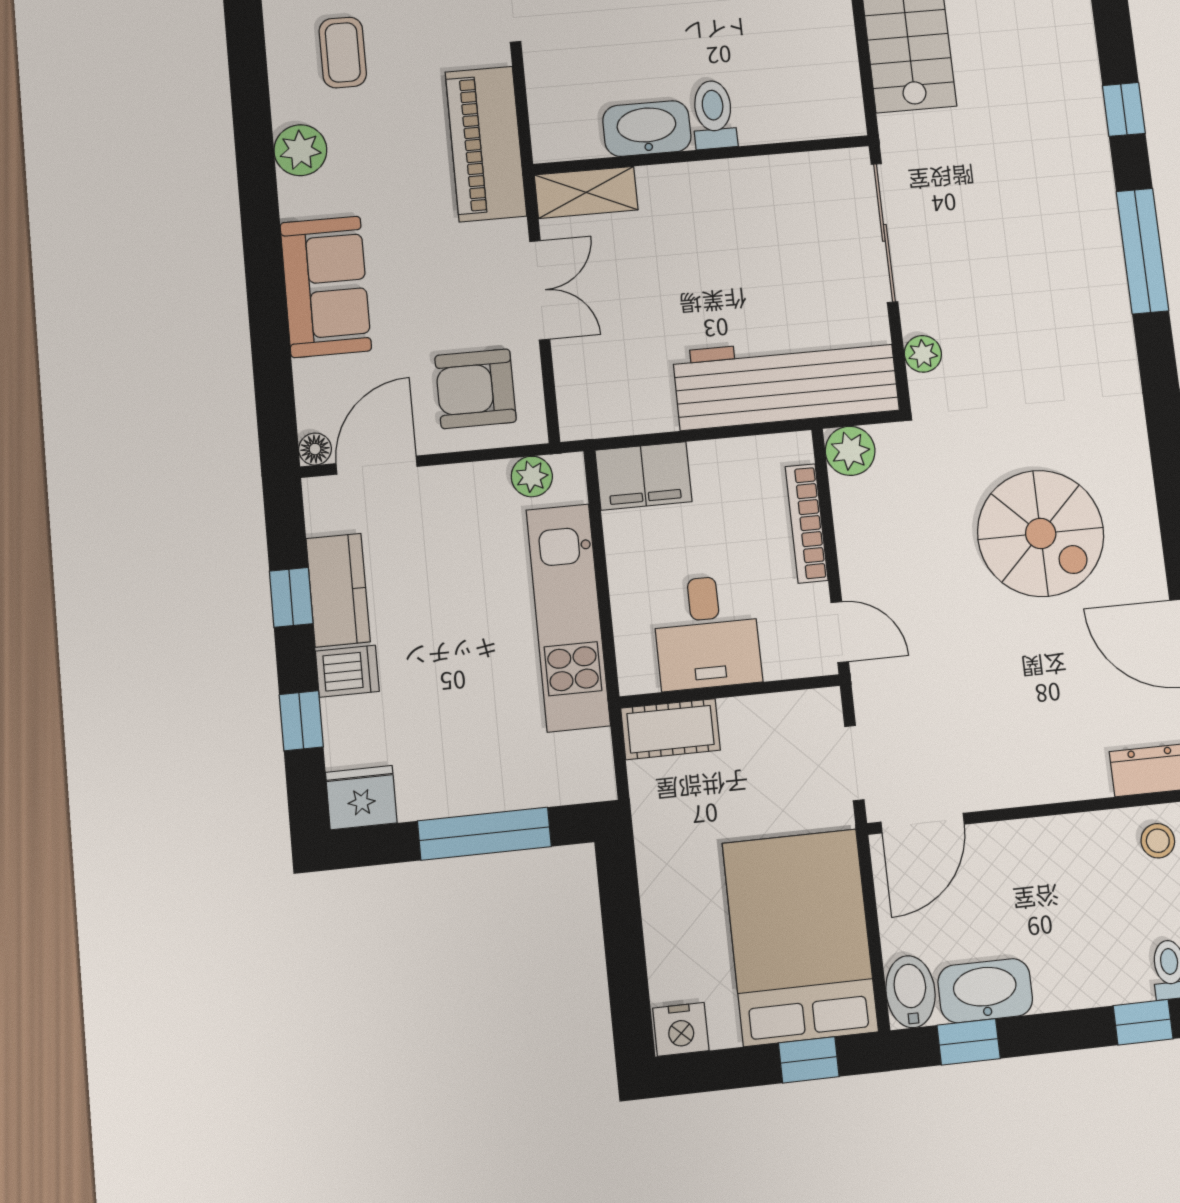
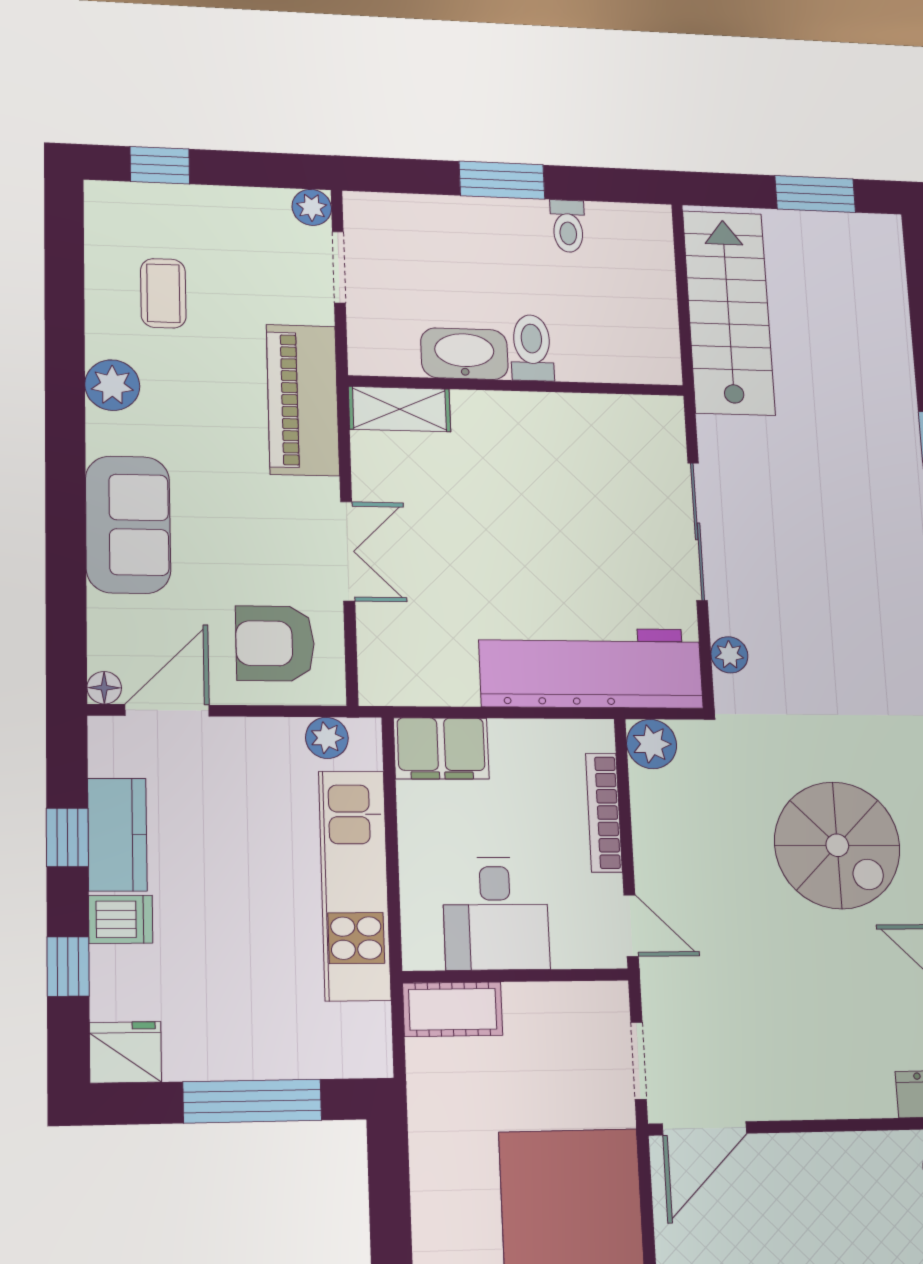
toilet: (714, 115) -> (532, 348), moved
washbasin: (647, 129) -> (464, 354), moved
wall: (702, 155) -> (518, 386), moved
shelving: (586, 192) -> (400, 409), moved

